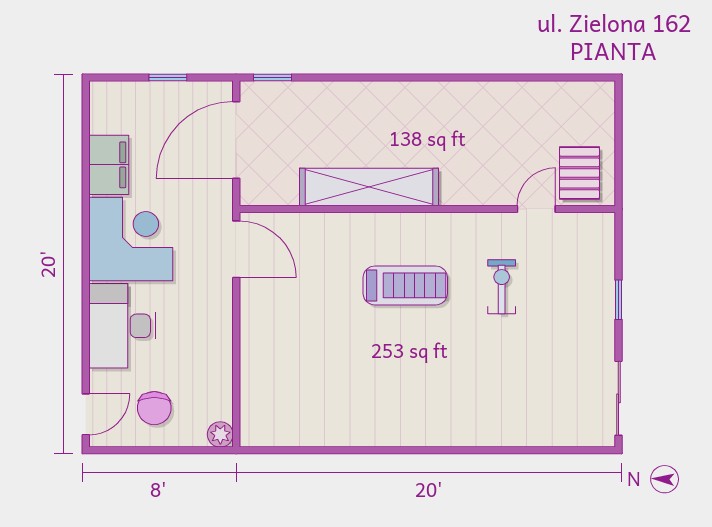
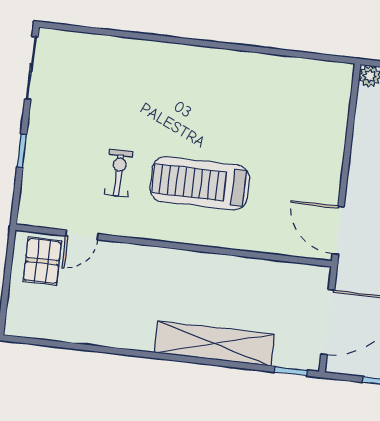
shelving: (369, 187) -> (214, 344), moved
treadmill: (405, 285) -> (200, 183), width x1.37, depth x1.38
exercise bike: (502, 287) -> (119, 173), turned 180

